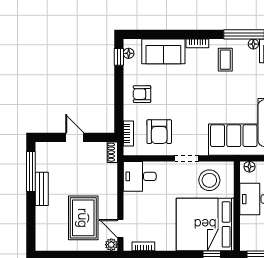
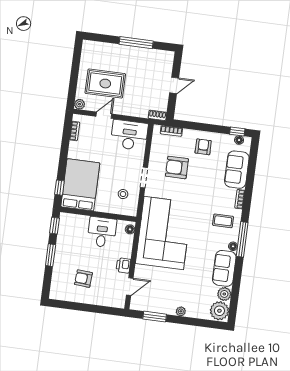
armchair: (159, 132) -> (177, 167), moved
window: (31, 171) -> (136, 43), moved
desk: (140, 176) -> (129, 135), width x1.37
stool: (209, 180) -> (123, 194), width x0.53, depth x0.53
bench: (42, 189) -> (134, 52), removed
bed: (205, 224) -> (80, 185), width x0.73
door: (120, 229) -> (104, 115), moved

